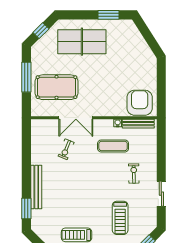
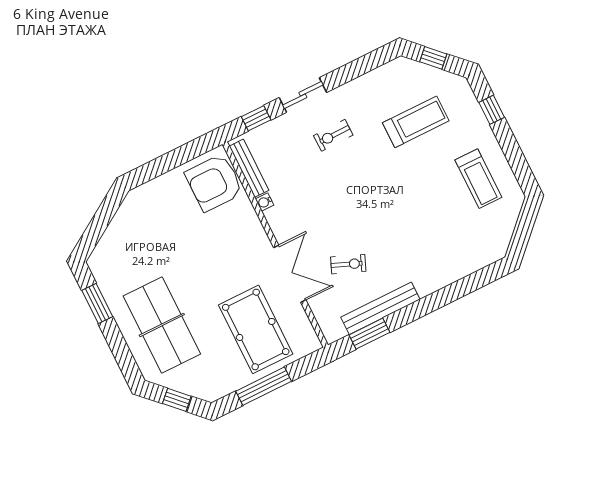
window: (161, 139) -> (256, 118), added
exercise mat: (113, 146) -> (305, 191), removed
bench: (36, 187) -> (380, 308), moved
sliding door: (161, 194) -> (303, 95), moved
window: (26, 209) -> (369, 334), moved

